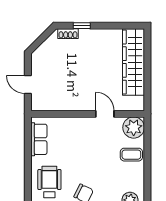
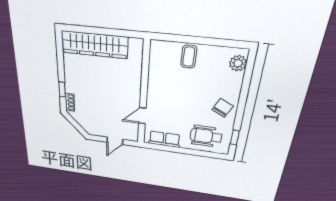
door: (105, 114) -> (142, 116), moved
plant: (134, 128) -> (161, 51), removed

